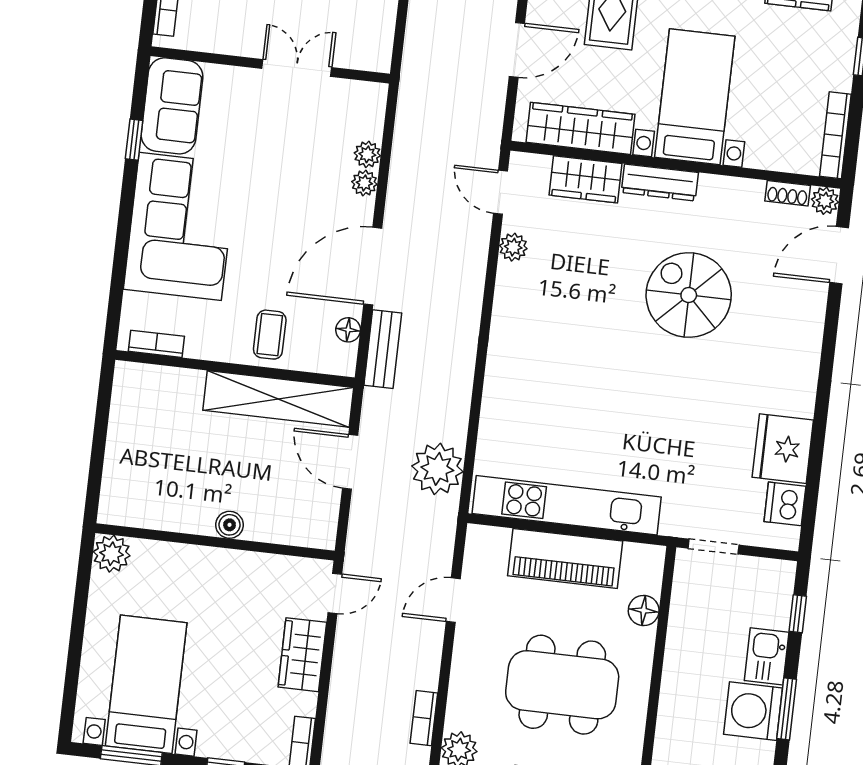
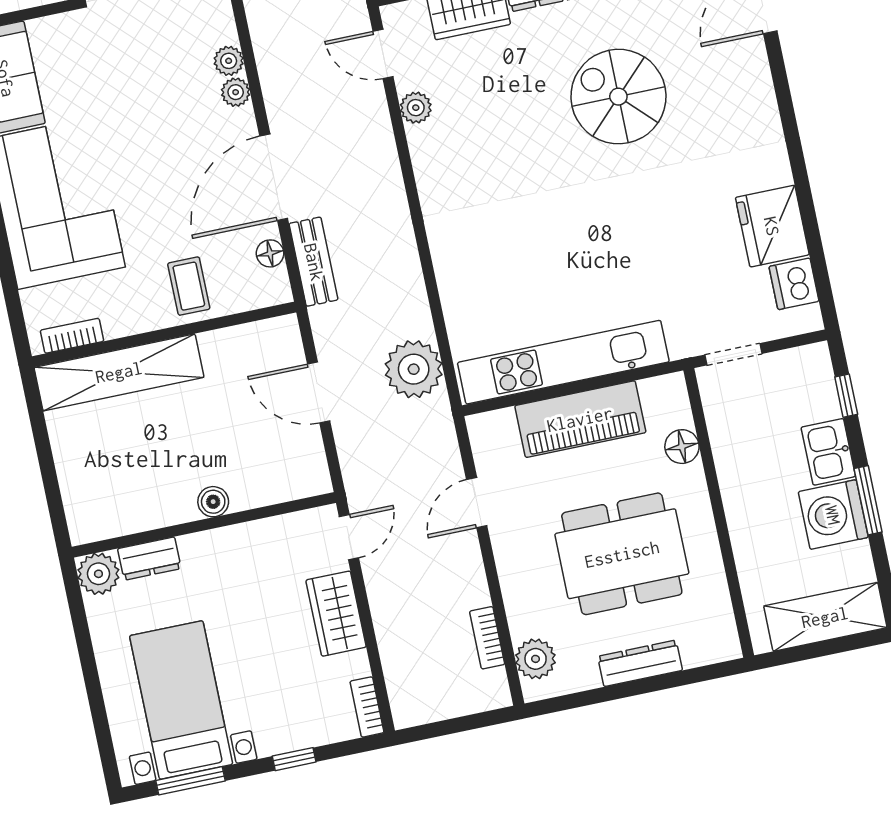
shelving: (278, 399) -> (119, 372), moved
dresser: (159, 555) -> (149, 559), added

